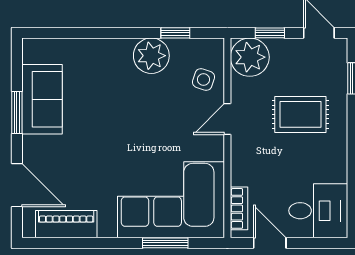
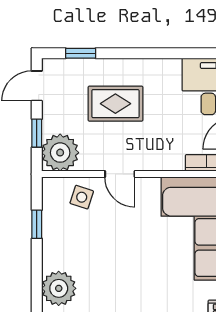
plant: (151, 56) -> (59, 288), moved
rug: (300, 114) -> (115, 104), turned 90

